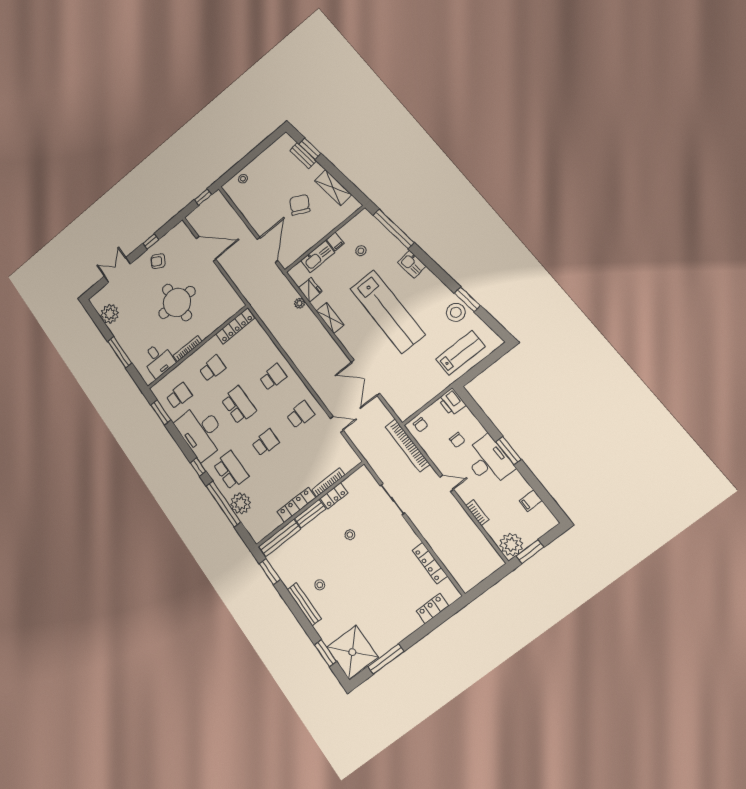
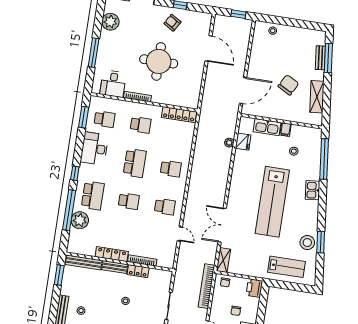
window: (310, 149) -> (328, 58), width x1.44
shelving: (330, 318) -> (223, 260), moved
desk: (201, 432) -> (94, 149), width x0.73, depth x0.77

